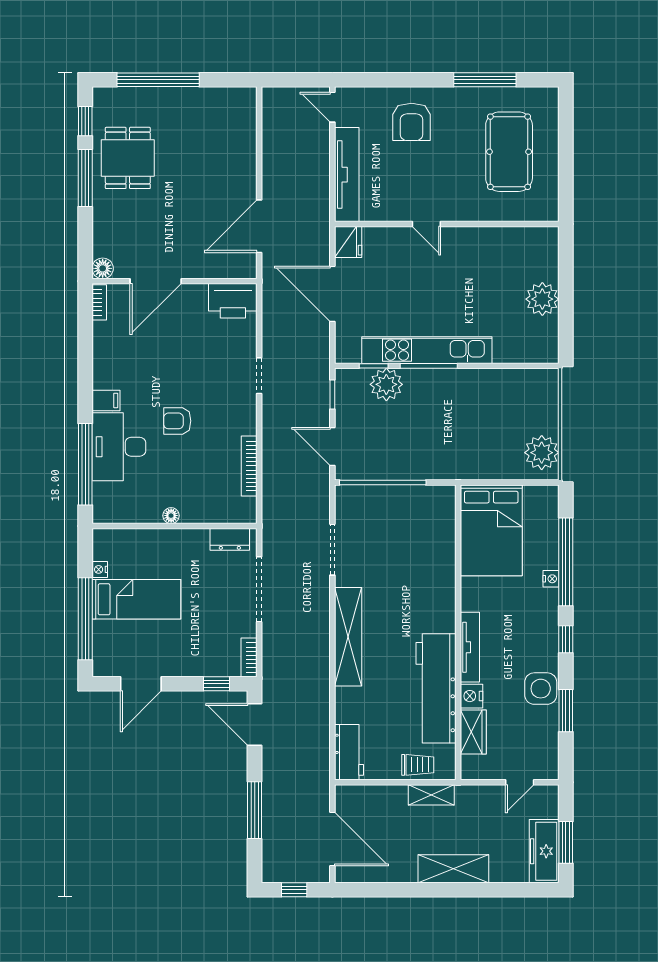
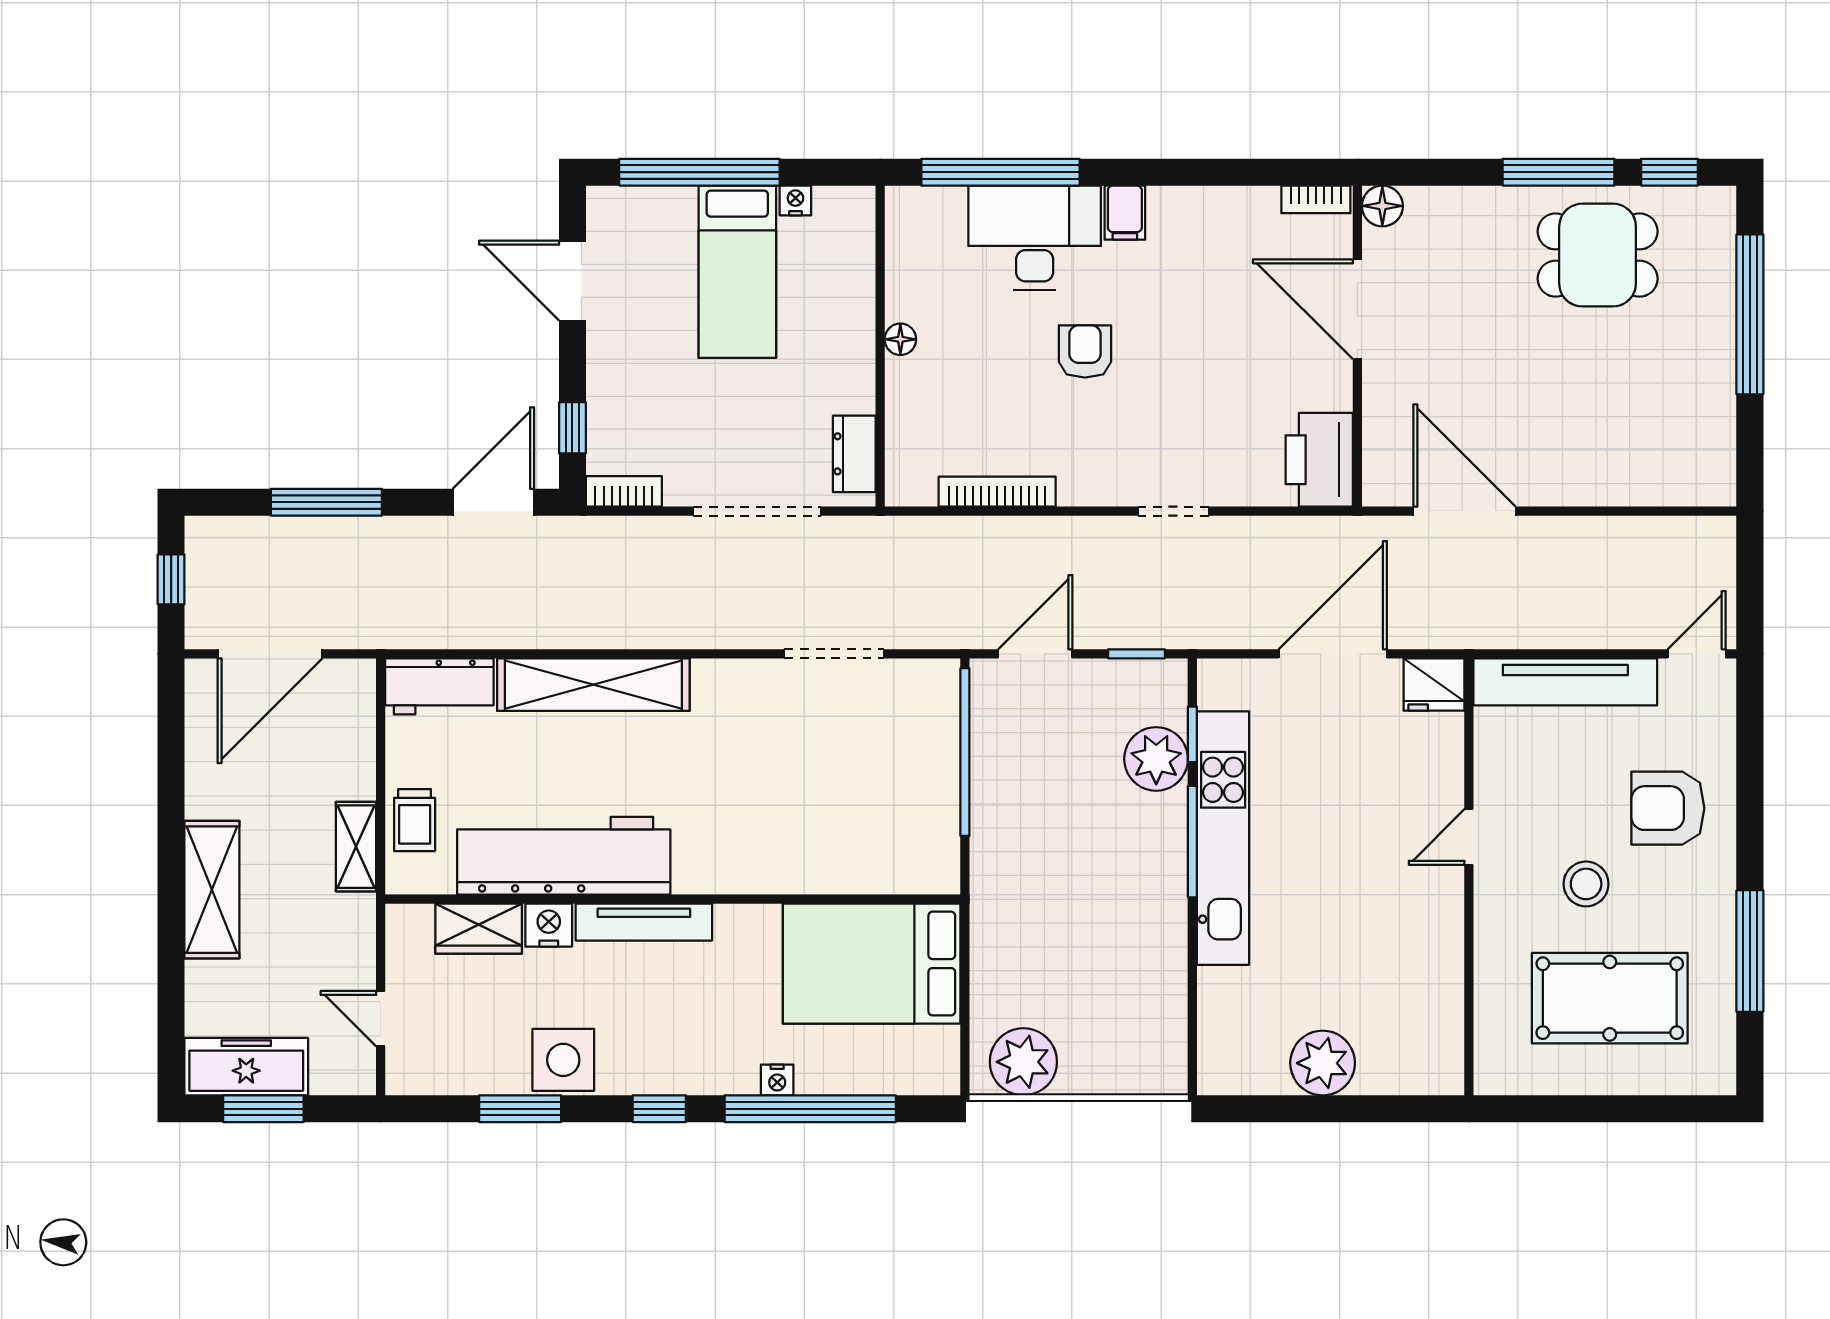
stool: (450, 164) -> (1586, 884), added
shelving: (348, 637) -> (593, 685), moved

